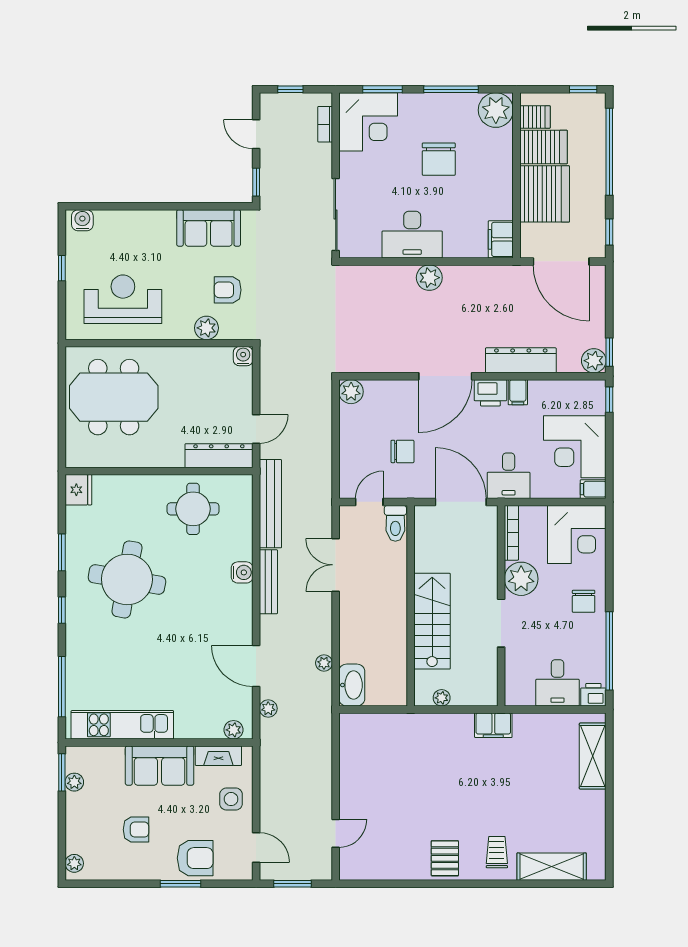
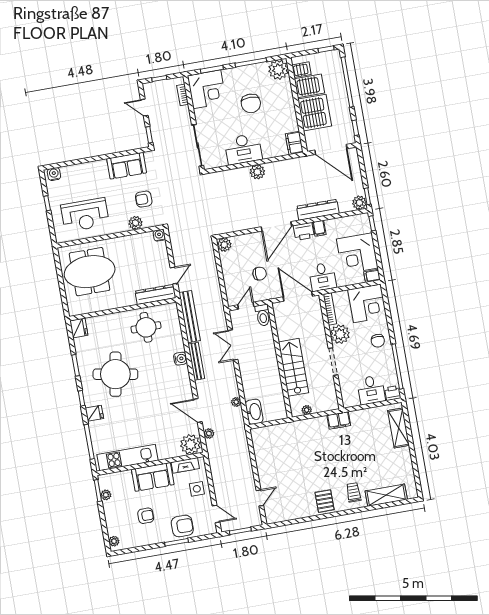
reception desk: (123, 299) -> (85, 215), turned 180
fridge: (79, 640) -> (94, 413), added
plant: (233, 730) -> (190, 444), width x1.88, depth x1.88

